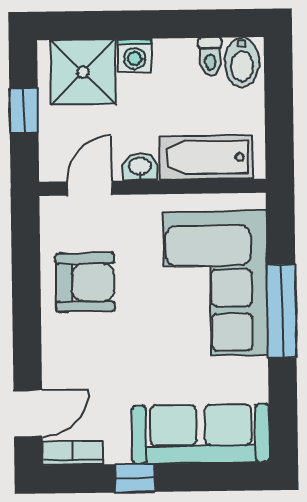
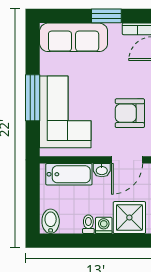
toilet: (210, 57) -> (88, 224), moved
door: (89, 188) -> (127, 160), width x1.38
window: (135, 478) -> (106, 16), width x1.50

